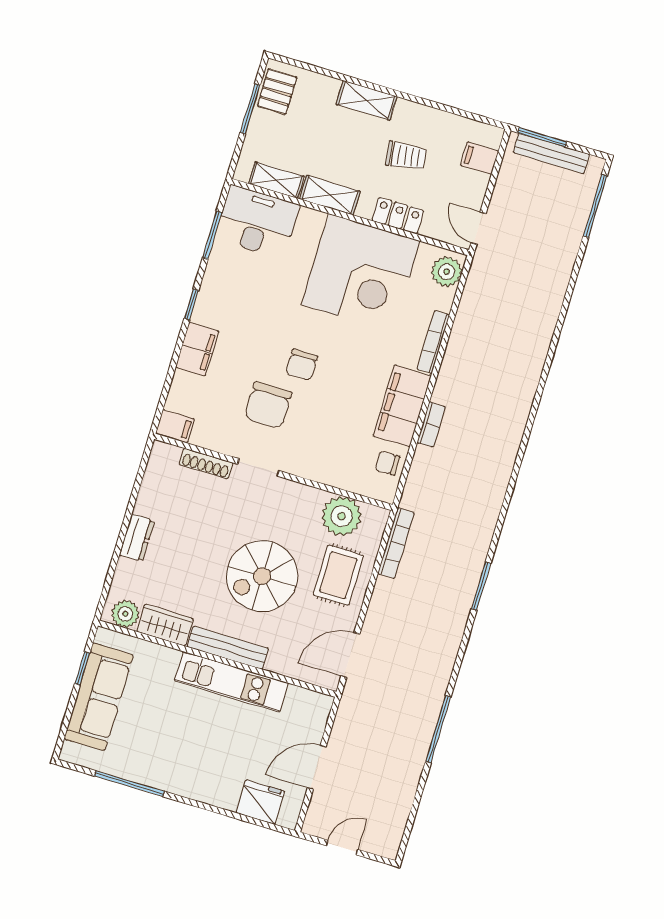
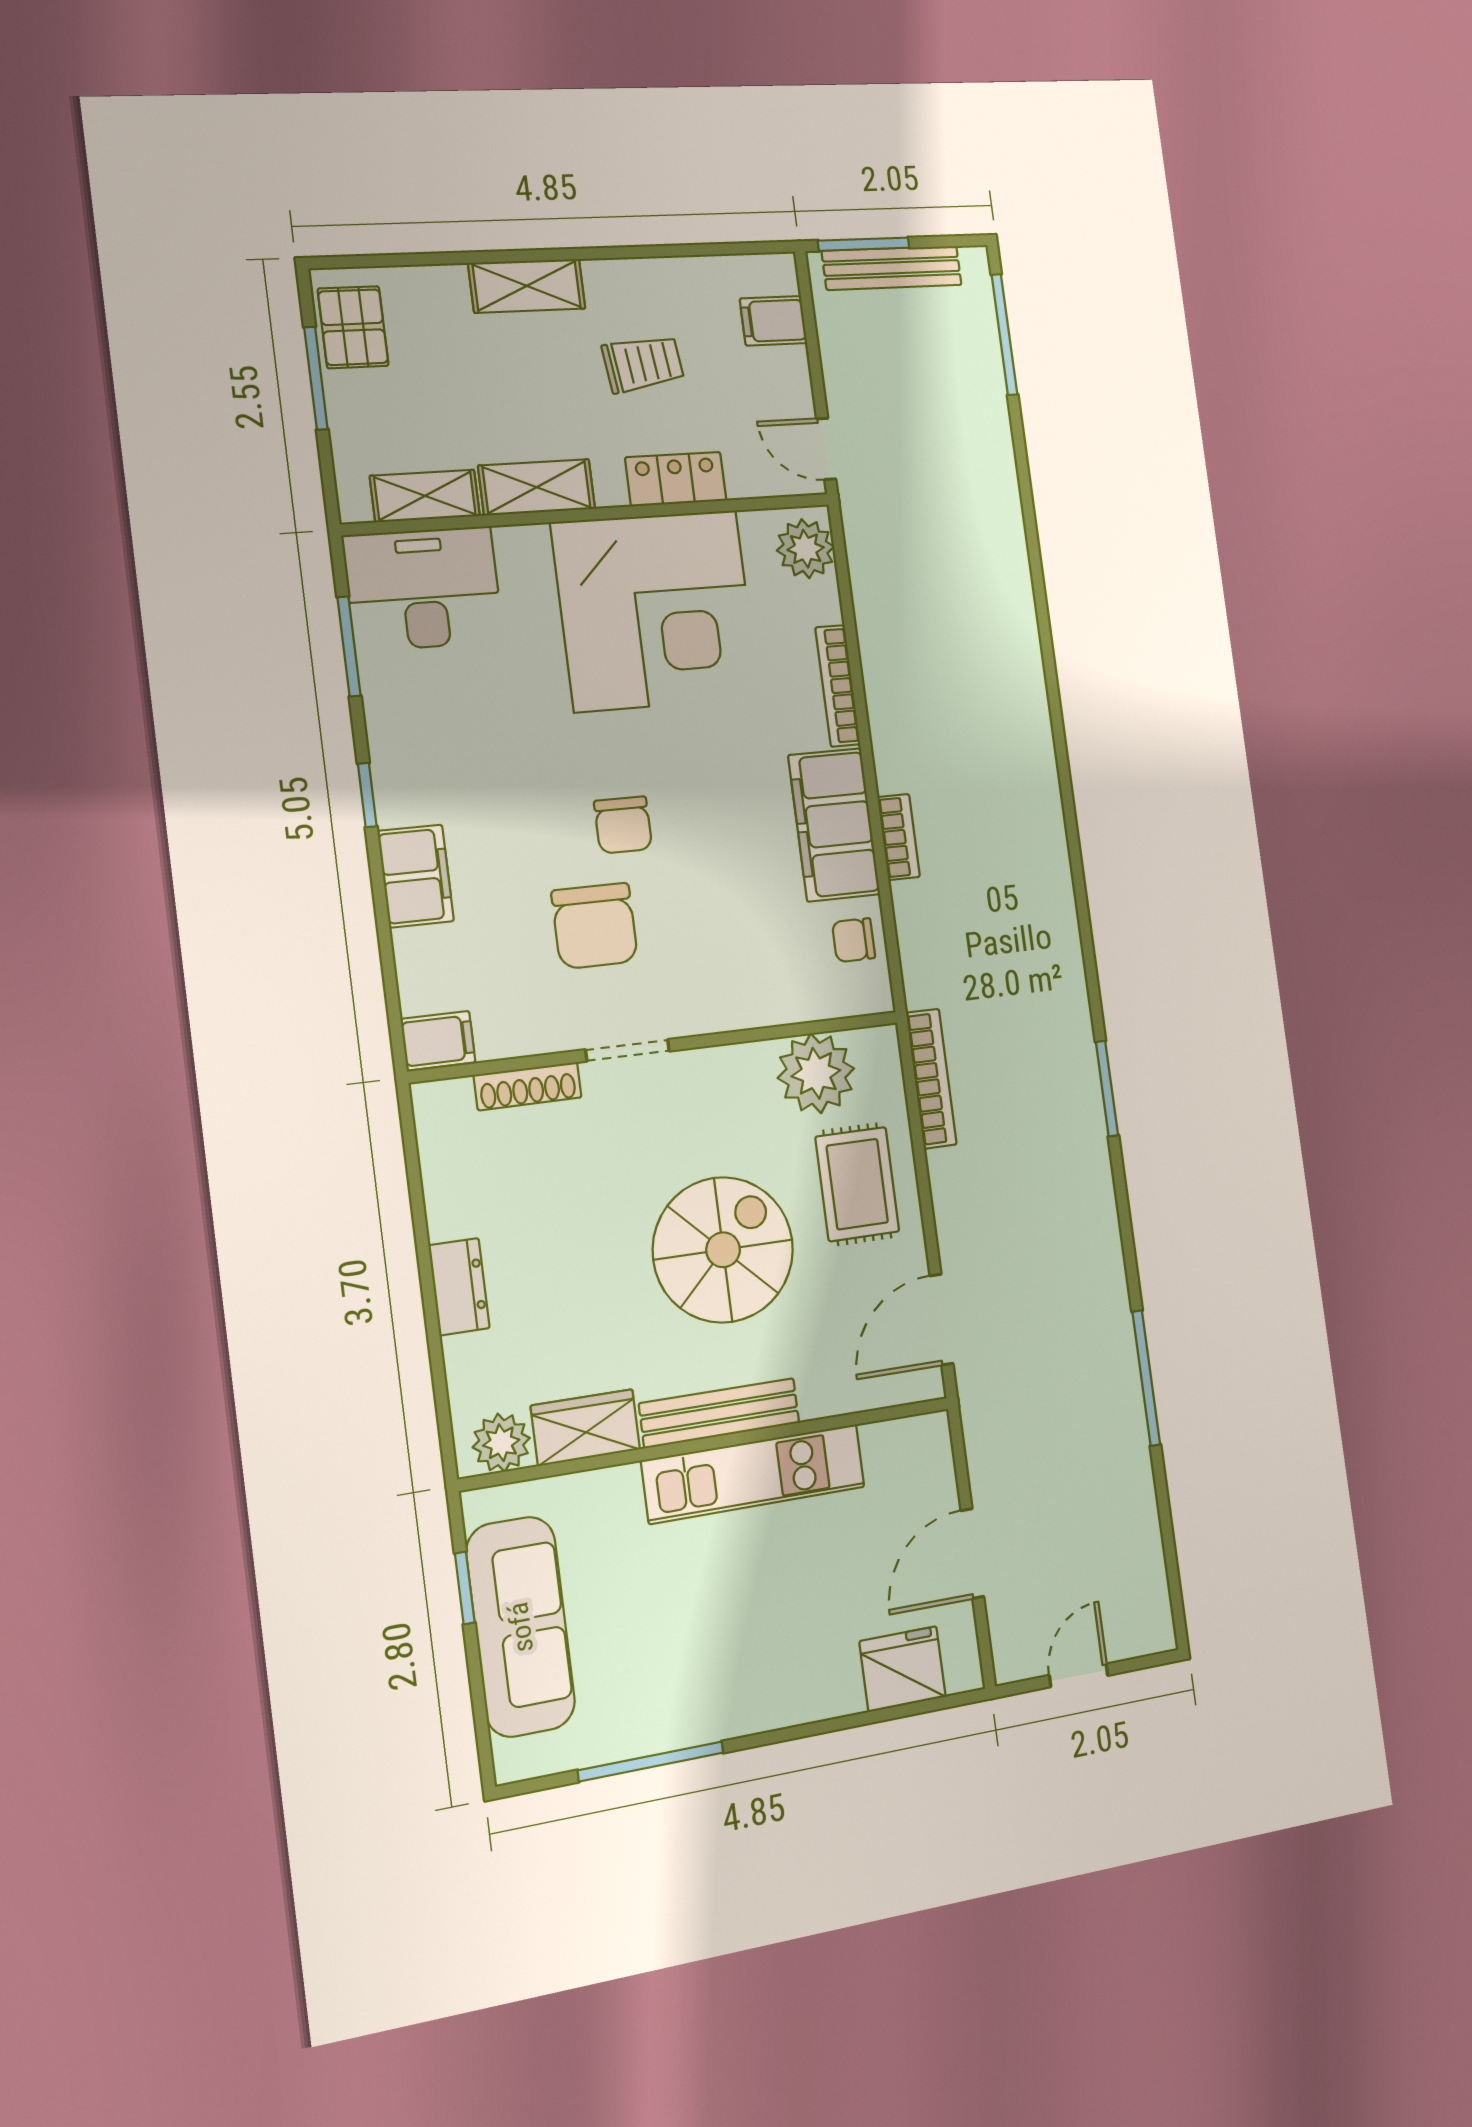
spiral stairs: (262, 576) -> (723, 1250), turned 180

